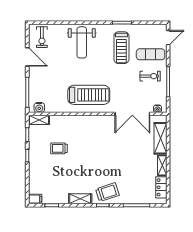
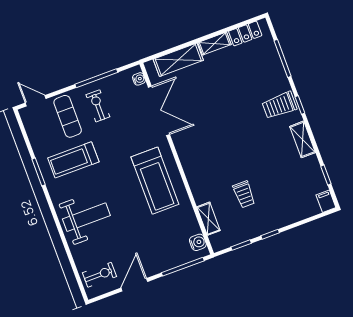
treadmill: (121, 48) -> (73, 160), turned 180
treadmill: (89, 95) -> (155, 181), turned 180
shelving: (39, 120) -> (208, 219), moved
trolley: (107, 192) -> (279, 105), turned -72

